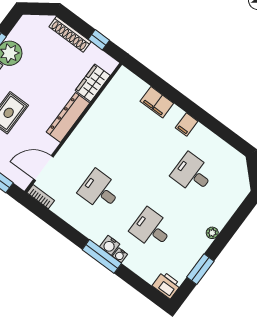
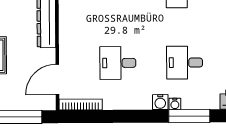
bookcase: (41, 197) -> (81, 105), width x1.56
window: (102, 256) -> (189, 116), moved

